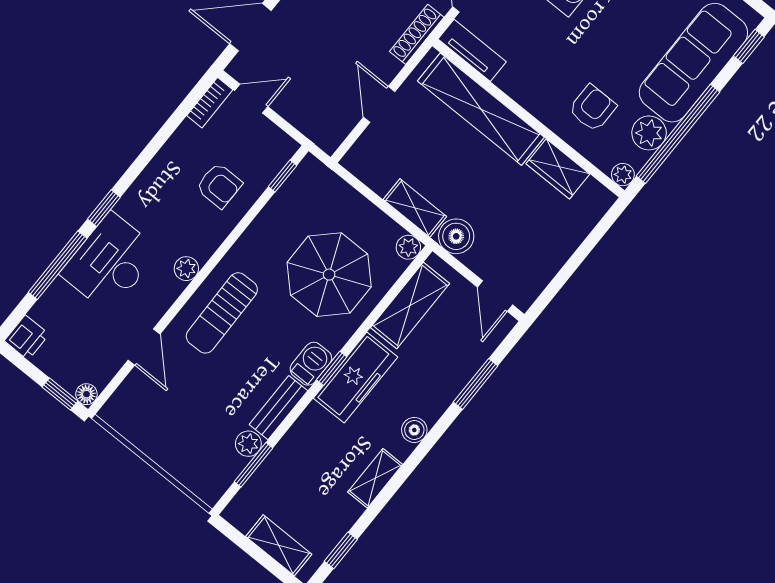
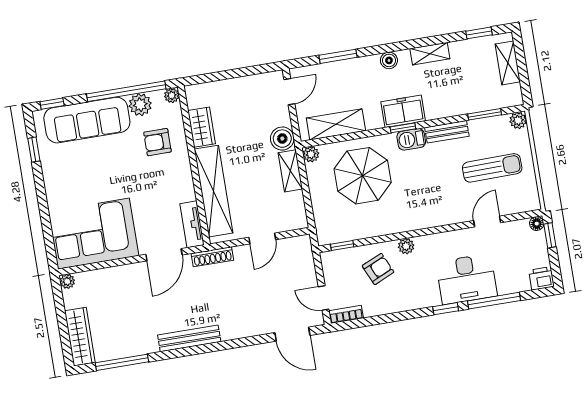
armchair: (219, 185) -> (378, 269), turned 66
plant: (186, 269) -> (406, 246), moved
sun lounger: (222, 313) -> (492, 168), moved
freezer: (356, 378) -> (403, 111), width x0.71
plant: (248, 444) -> (518, 120), moved

